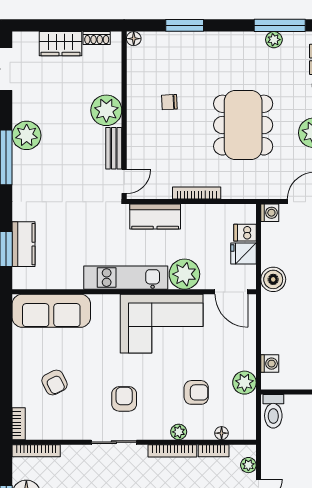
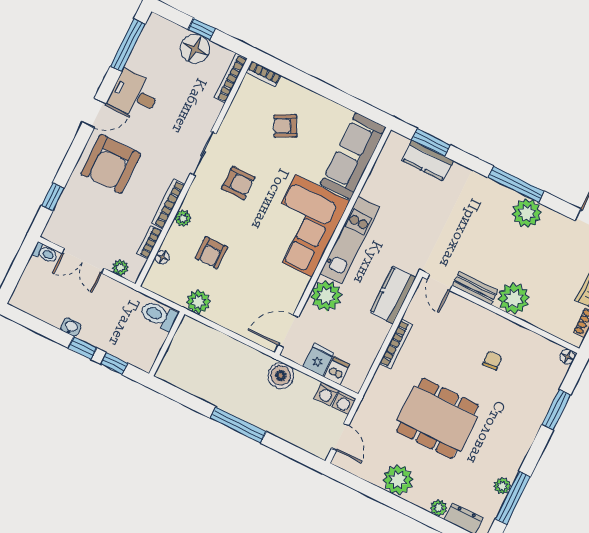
corner sofa: (162, 324) -> (304, 226), moved
washing machine: (270, 364) -> (326, 394), moved

